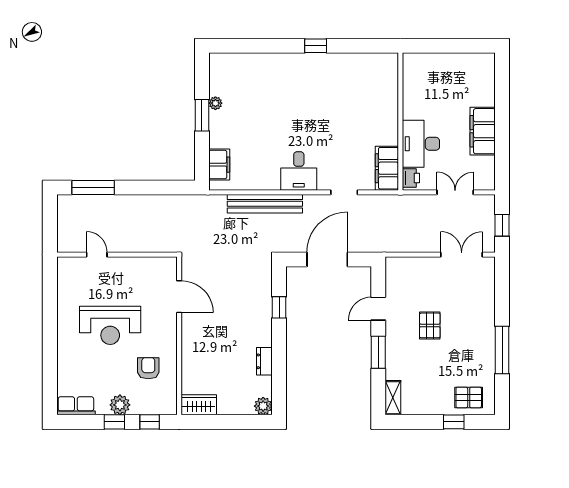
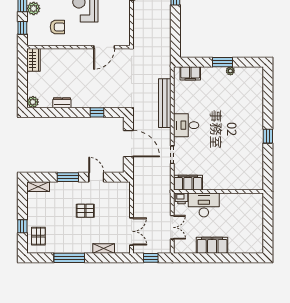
shelving: (488, 297) -> (104, 248), added

